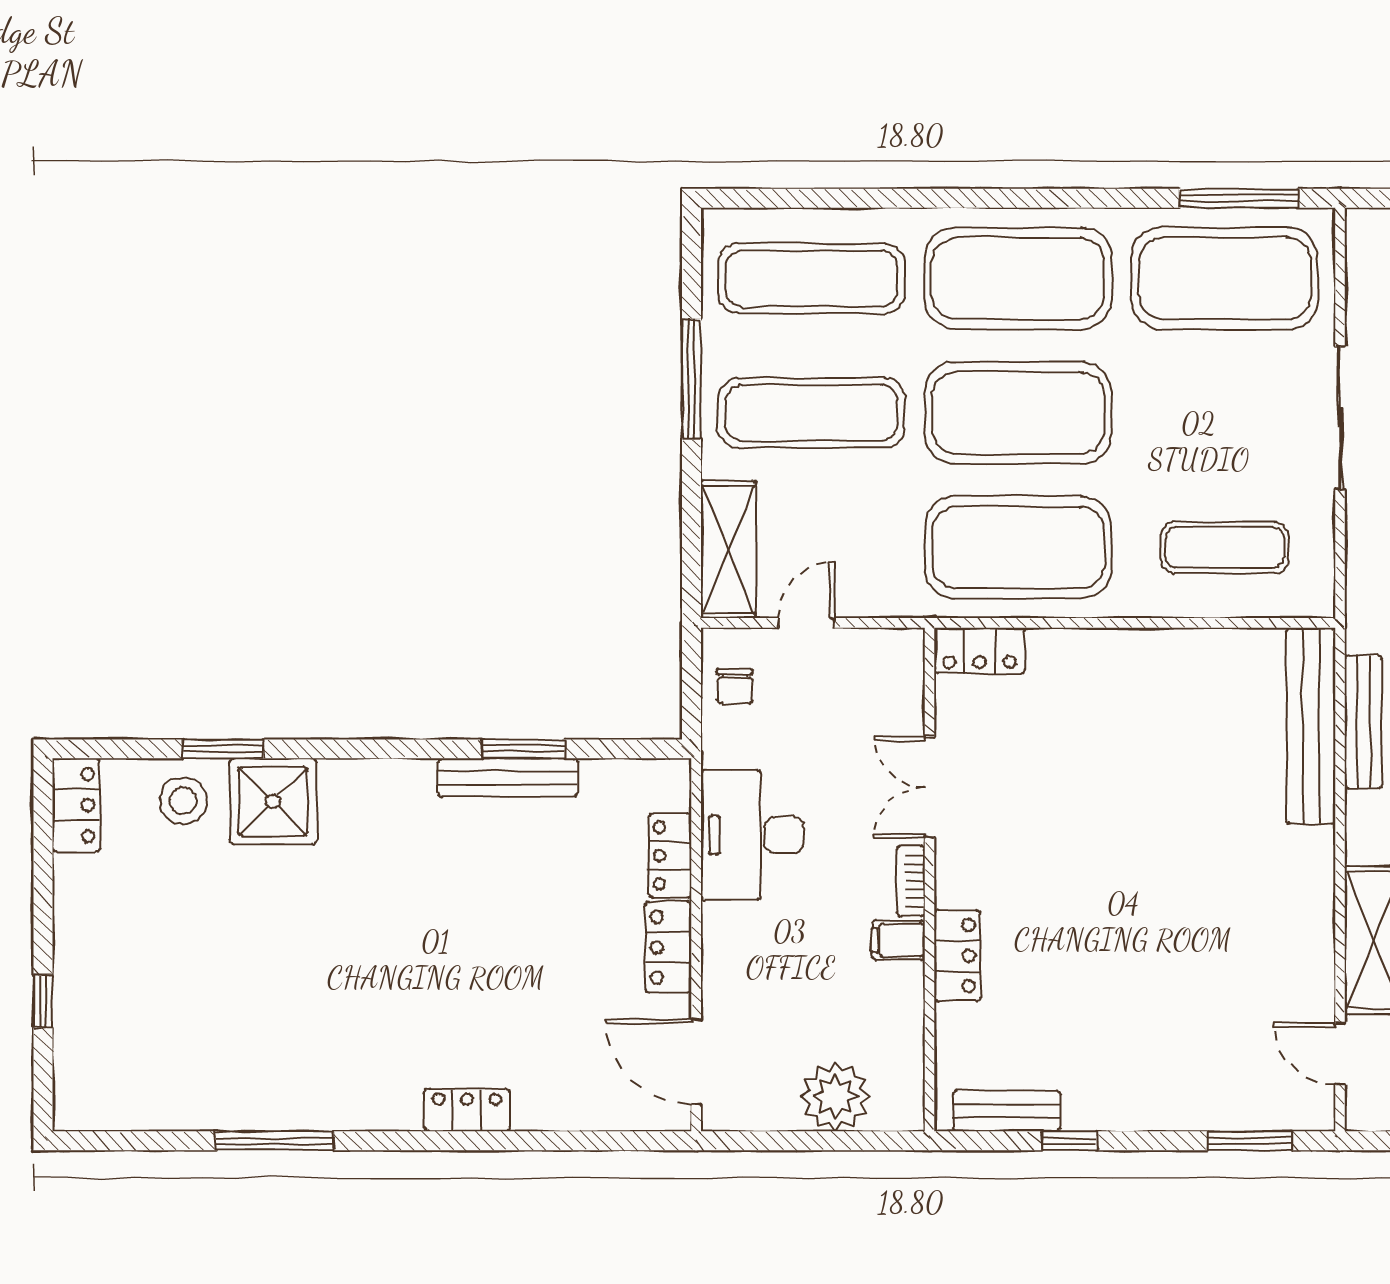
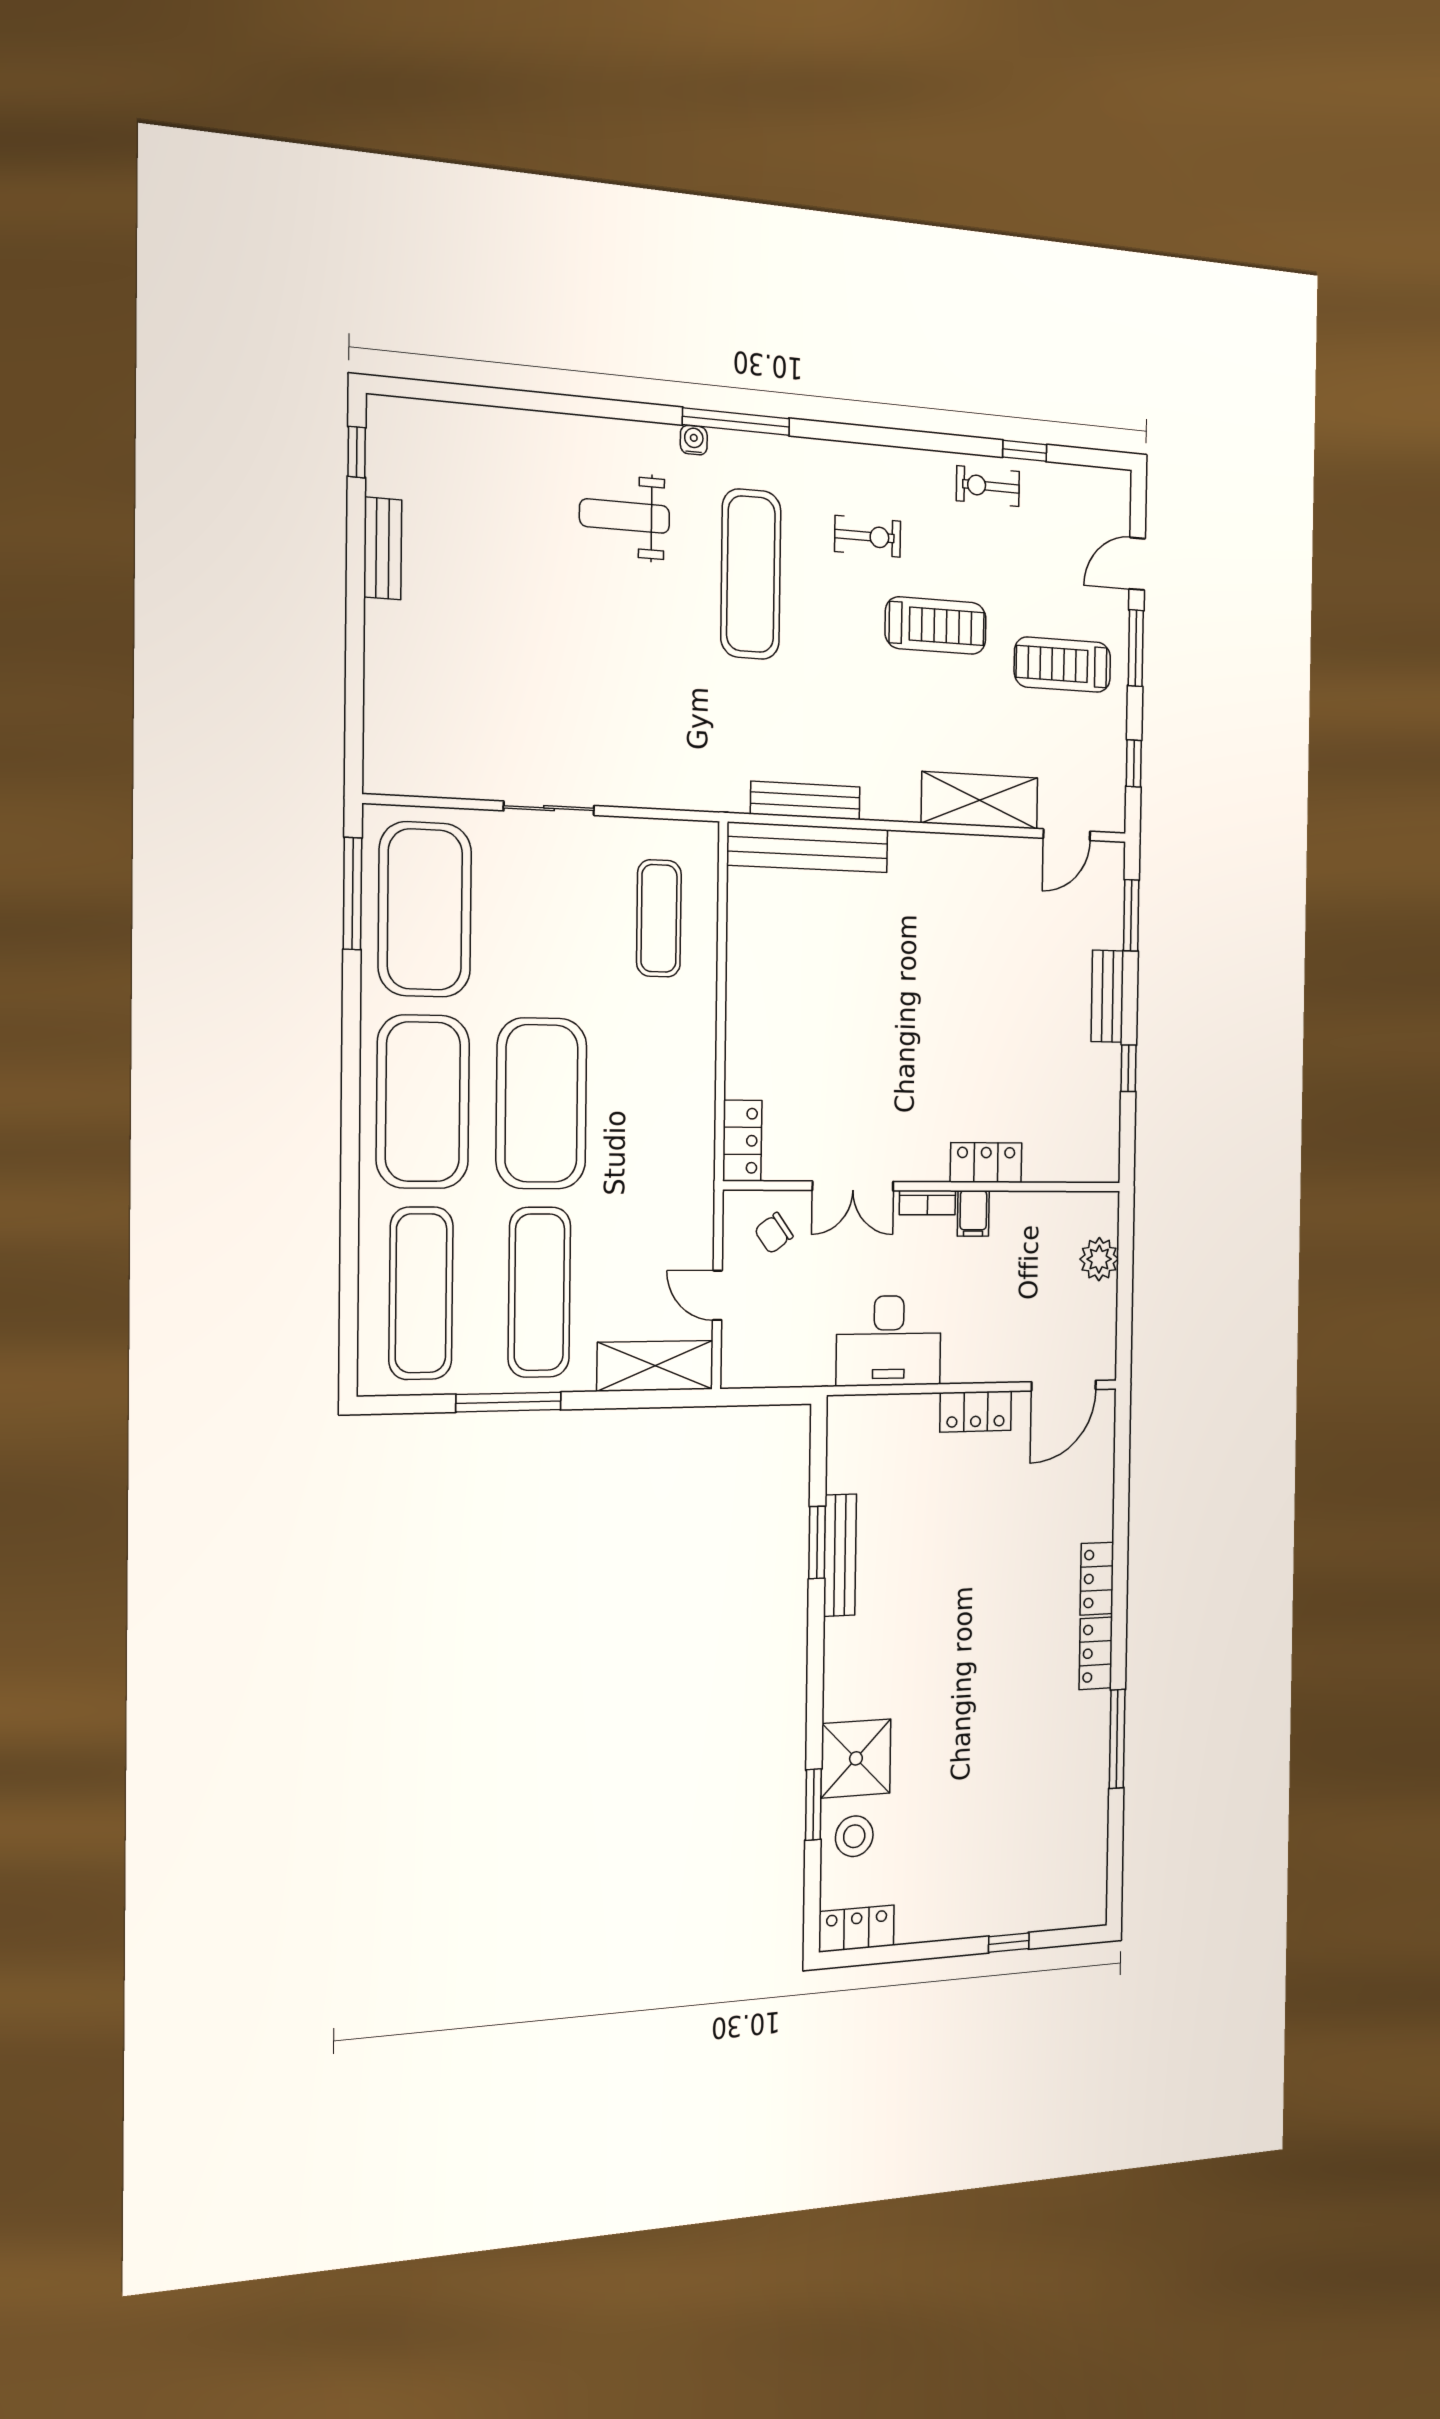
sliding door: (1340, 418) -> (549, 808), width x0.73
exercise mat: (1018, 547) -> (657, 1105), removed
chair: (735, 686) -> (774, 1233), moved, turned 144
locker: (670, 856) -> (1096, 1653), moved, turned 90
plant: (835, 1096) -> (1099, 1259), width x0.73, depth x0.73
bench: (1007, 1111) -> (1107, 996), moved

